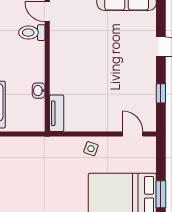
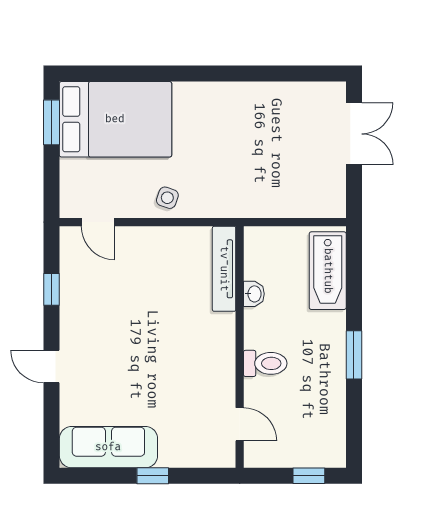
toilet: (32, 33) -> (265, 363), moved
tv unit: (57, 113) -> (224, 269), width x1.41

